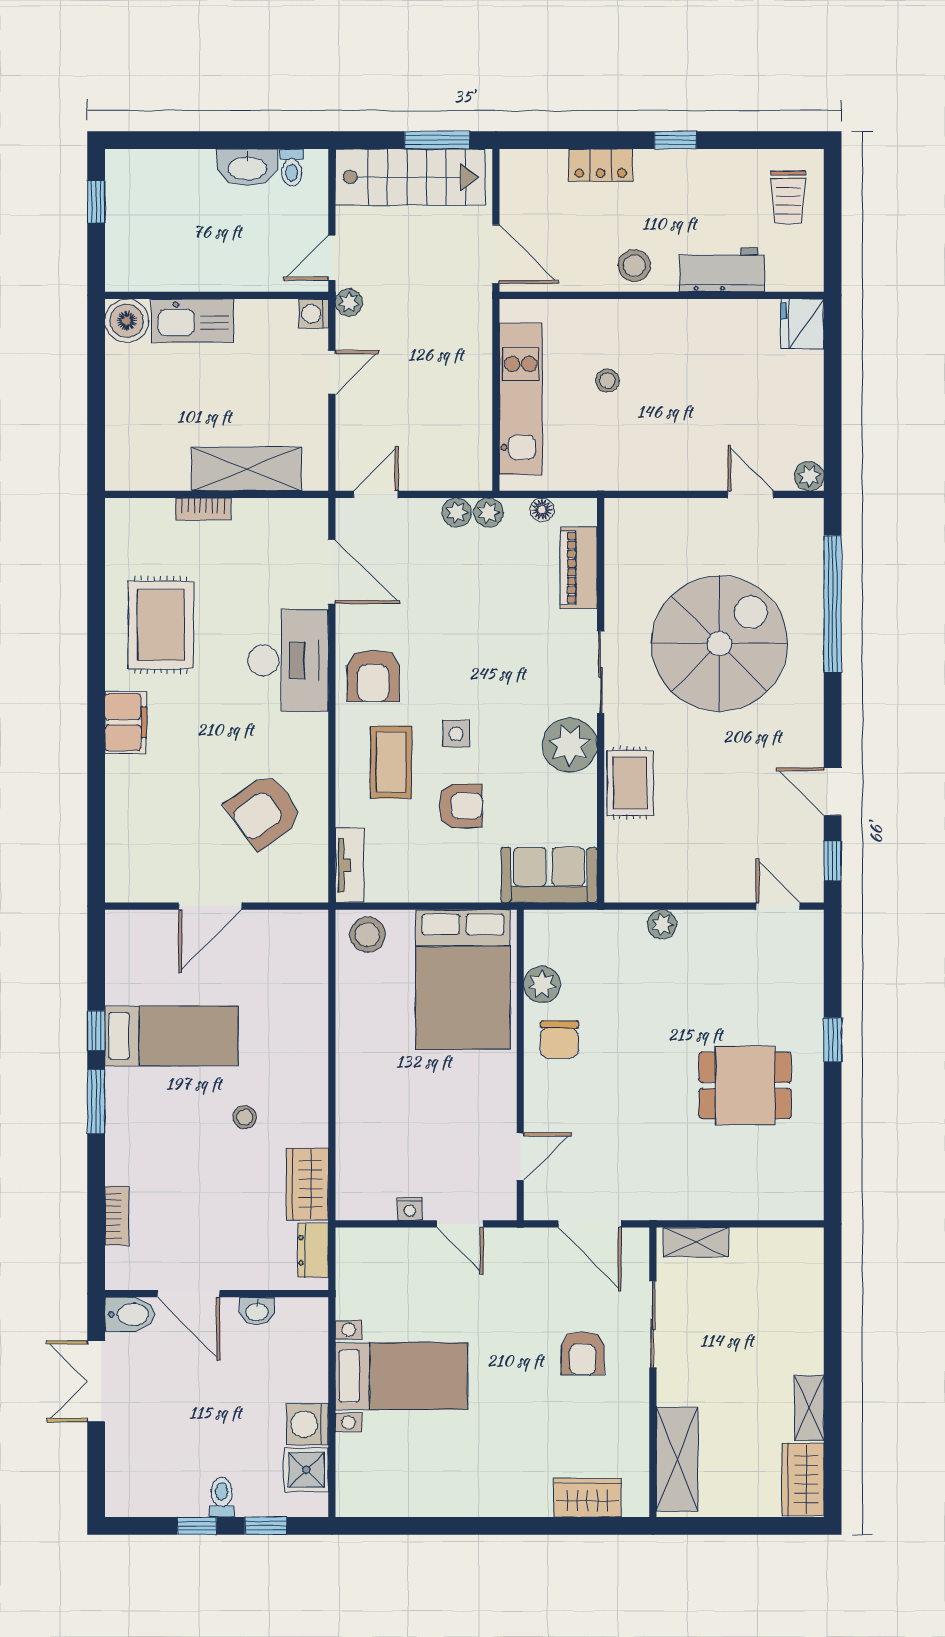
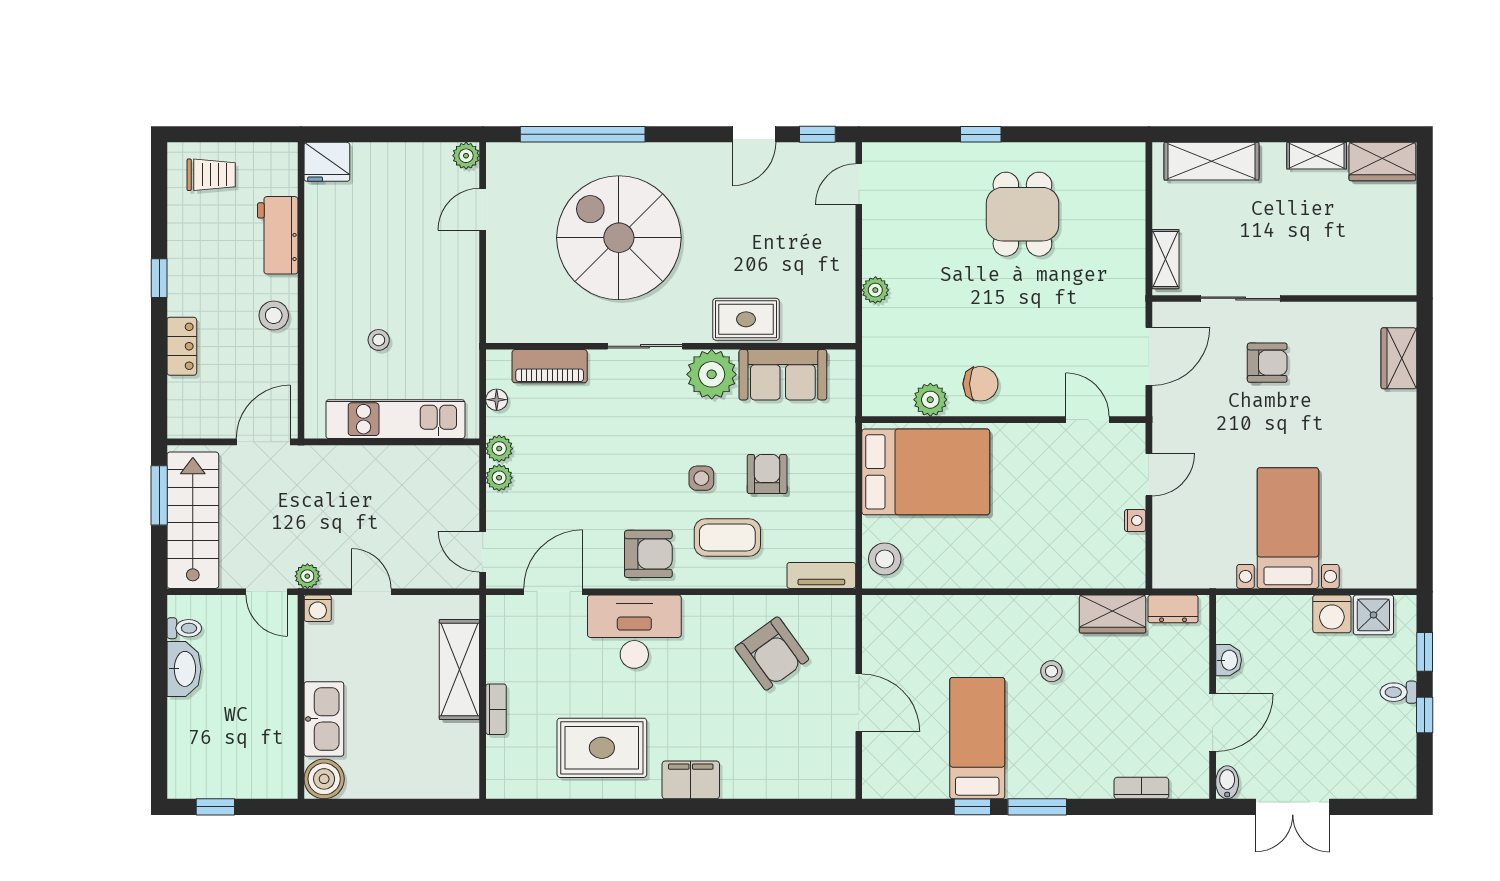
sofa: (549, 875) -> (783, 375), moved, turned -90
bidet: (130, 1314) -> (1227, 782), width x0.72, depth x0.74
shelving: (677, 1459) -> (1211, 161), moved

